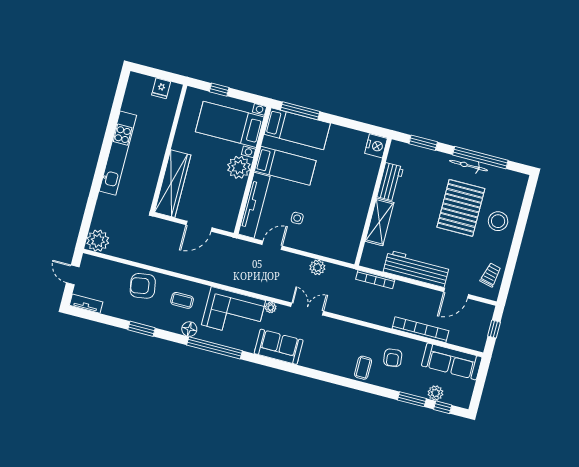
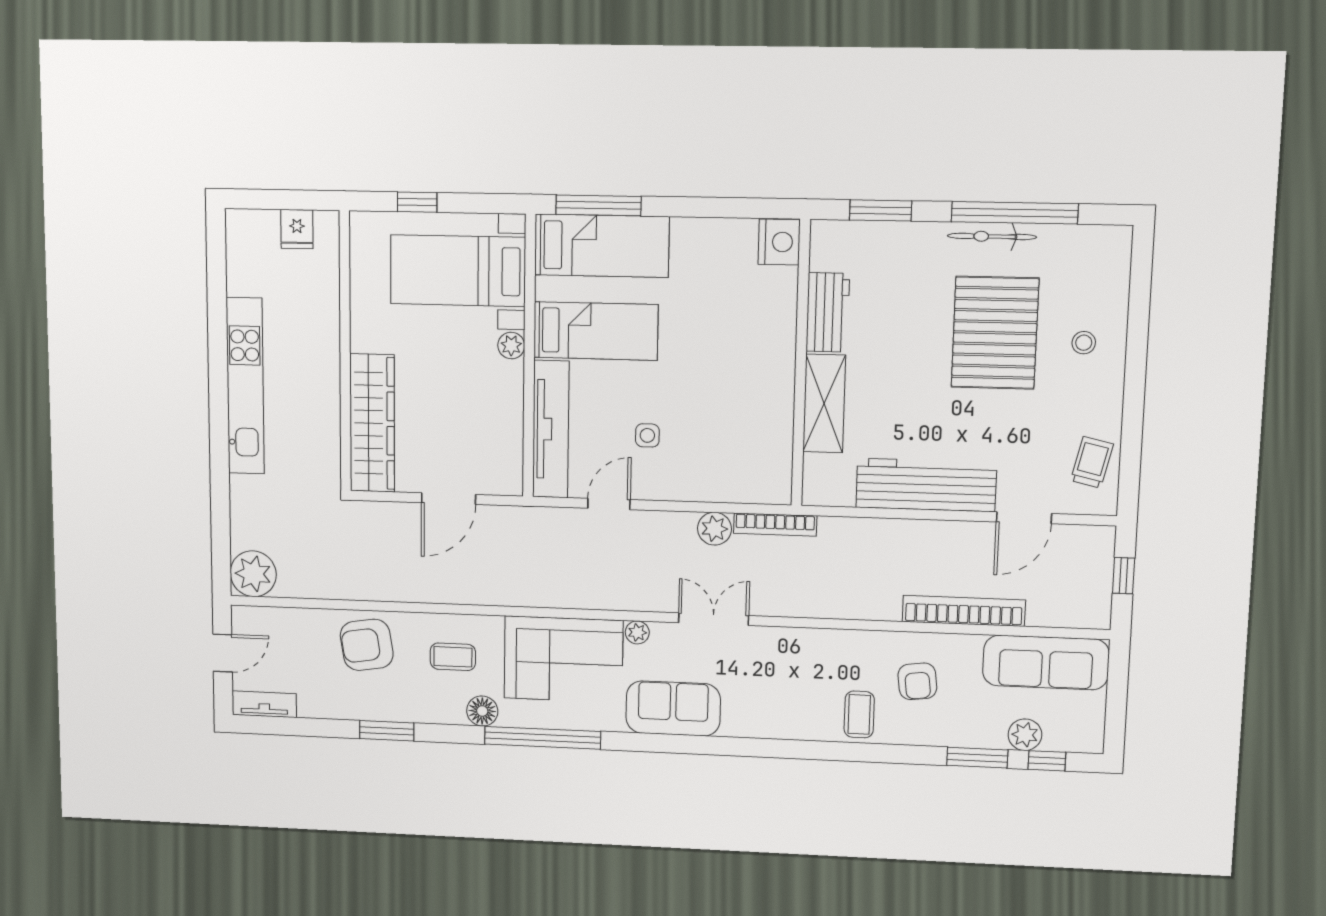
plant: (239, 167) -> (511, 346), width x0.53, depth x0.53
stool: (498, 221) -> (1084, 343), width x0.53, depth x0.53
door: (73, 275) -> (223, 653), swing flipped
bookcase: (375, 279) -> (775, 525), moved

